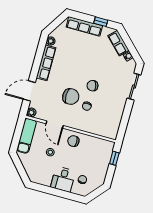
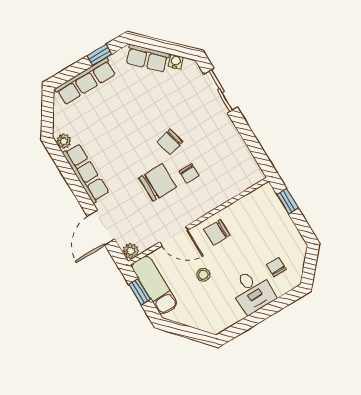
window: (18, 132) -> (140, 292), added

